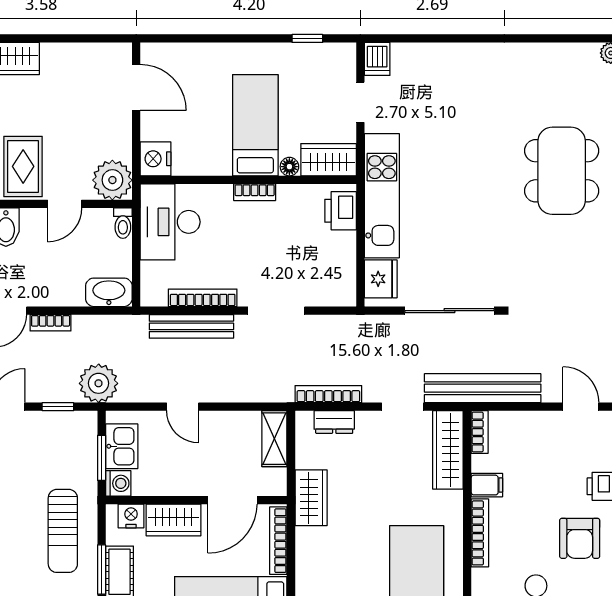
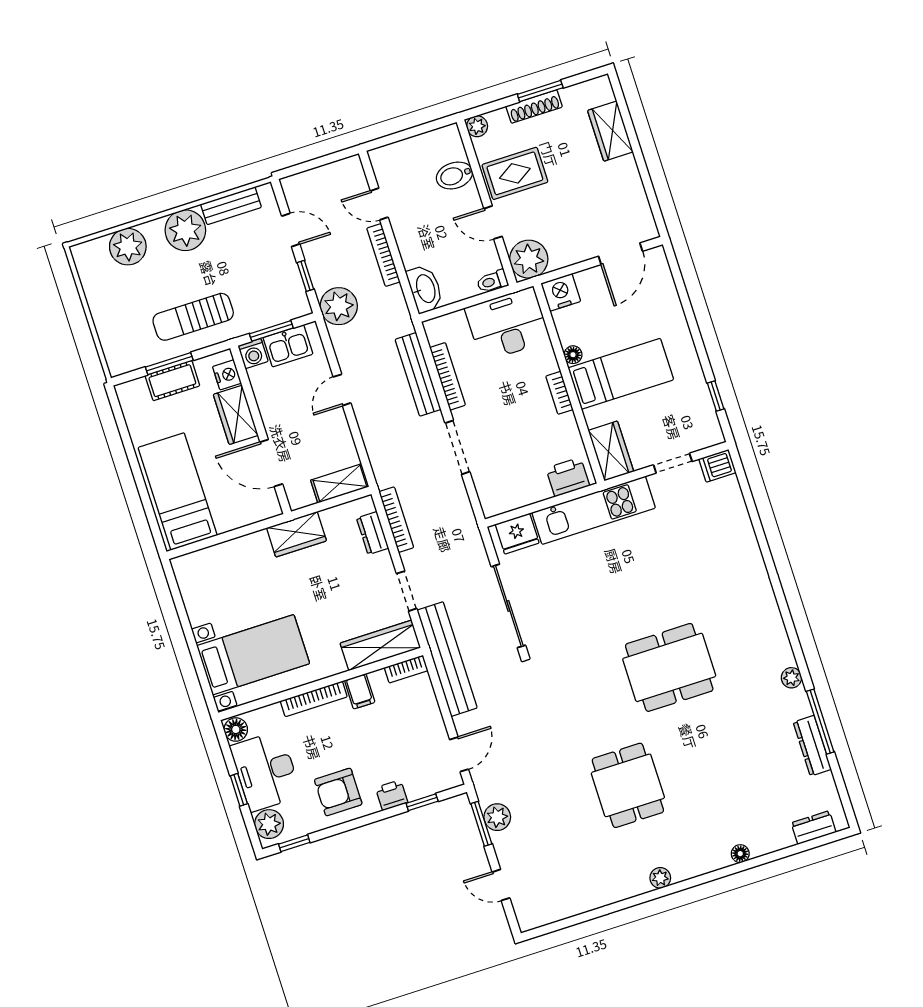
floor lamp: (289, 167) -> (573, 355), moved
bookcase: (51, 323) -> (383, 255), width x1.56
bookcase: (278, 541) -> (248, 517), removed

